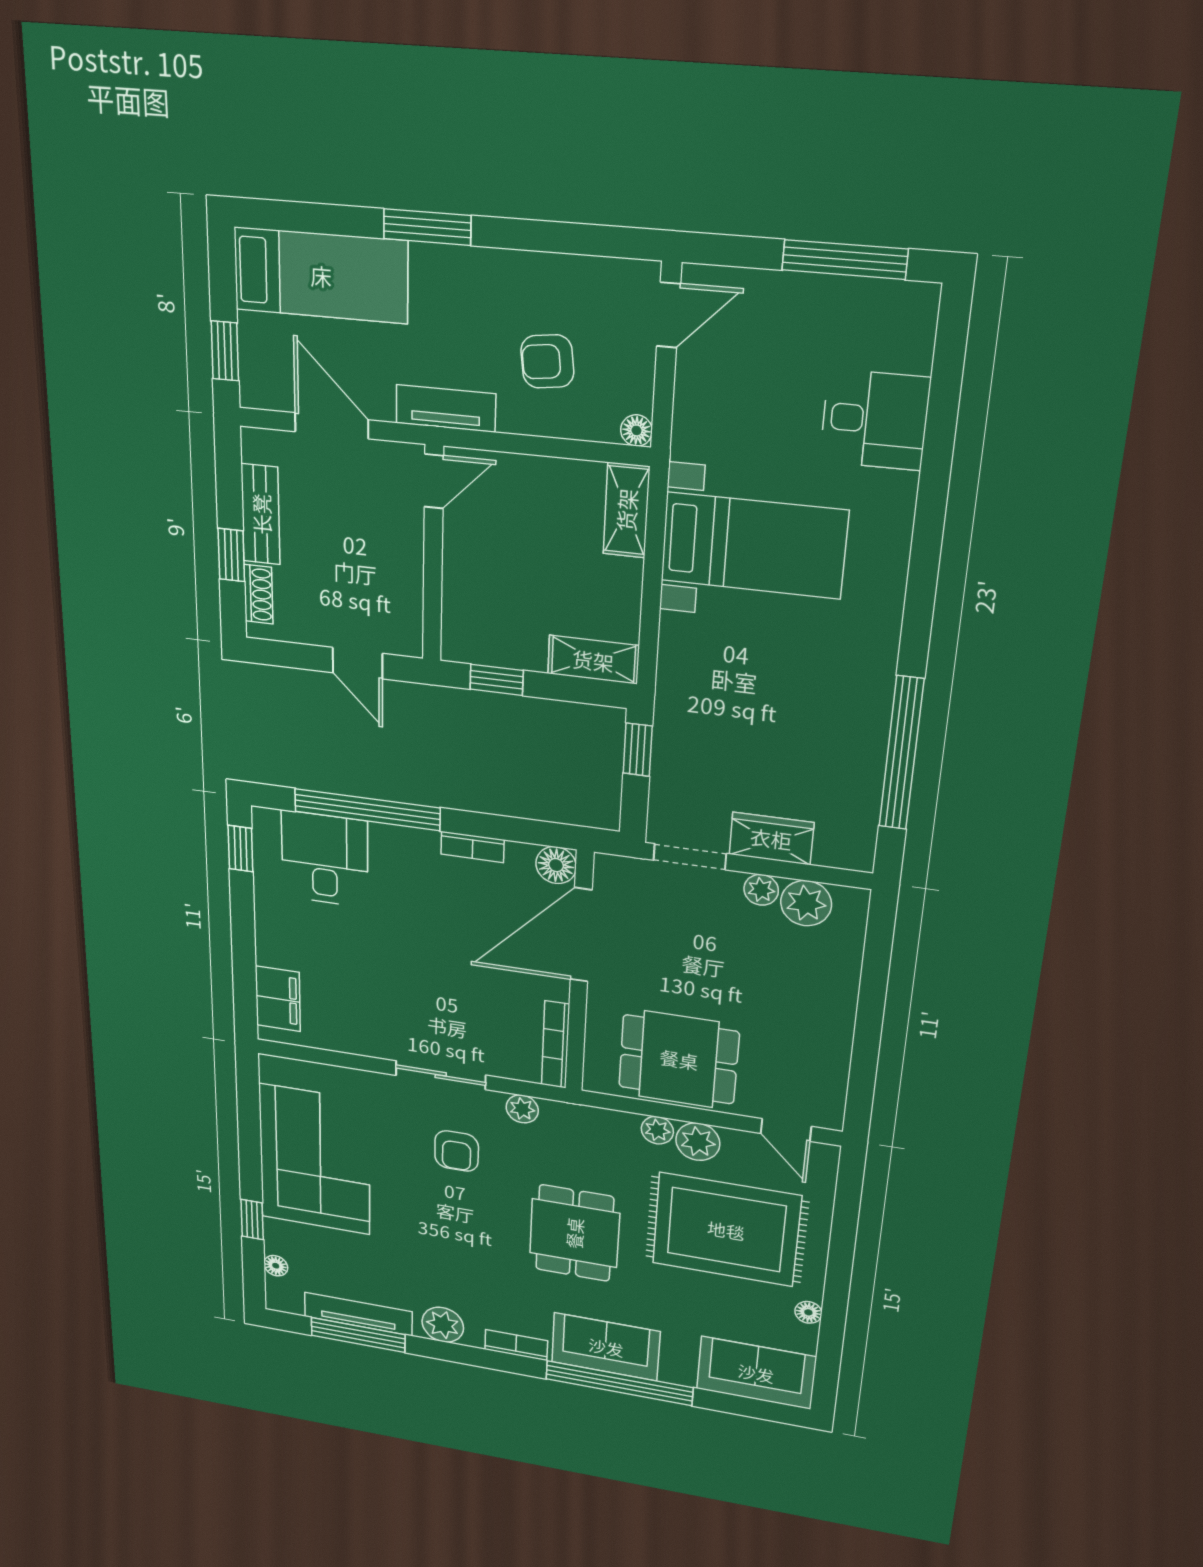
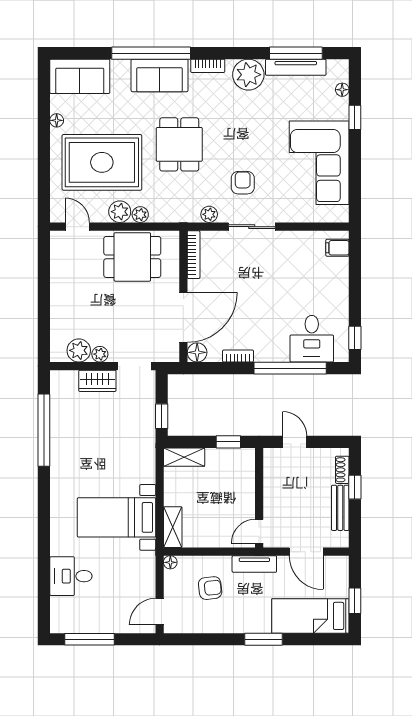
window: (225, 351) -> (355, 601), moved
filing cabinet: (278, 999) -> (337, 248), width x0.50
plant: (443, 1325) -> (248, 75), width x1.36, depth x1.36

